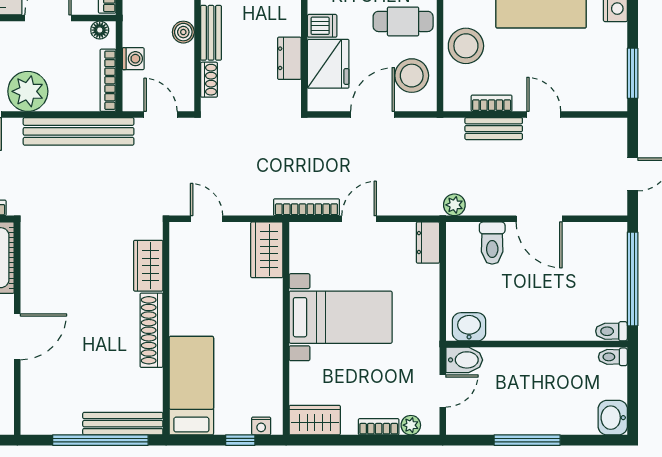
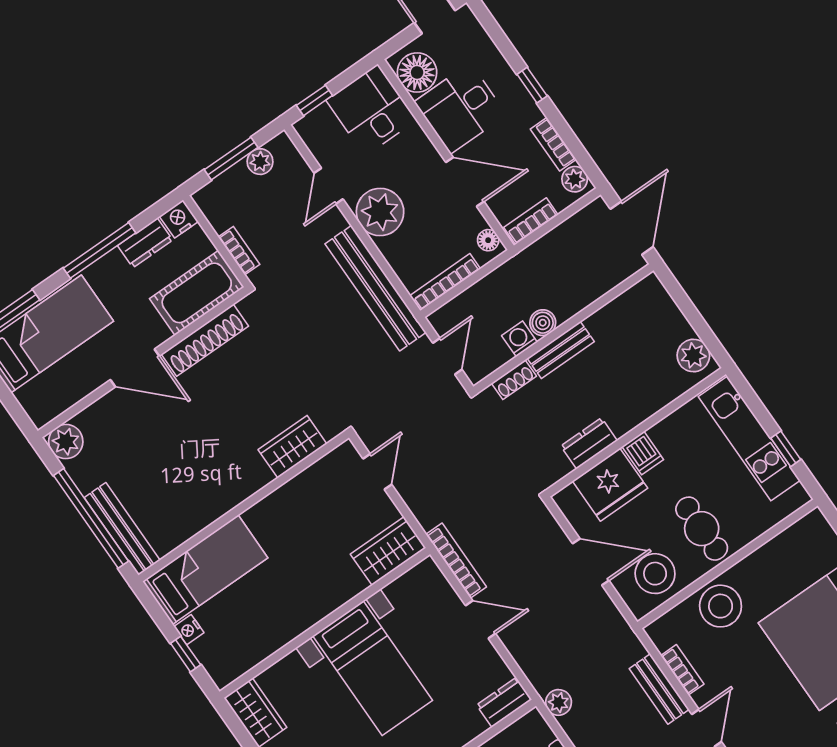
washing machine: (133, 59) -> (519, 339), moved, turned 180
shoe rack: (151, 330) -> (205, 340), moved, turned 180
plant: (35, 420) -> (66, 442), added
nightstand: (261, 426) -> (189, 630), moved

